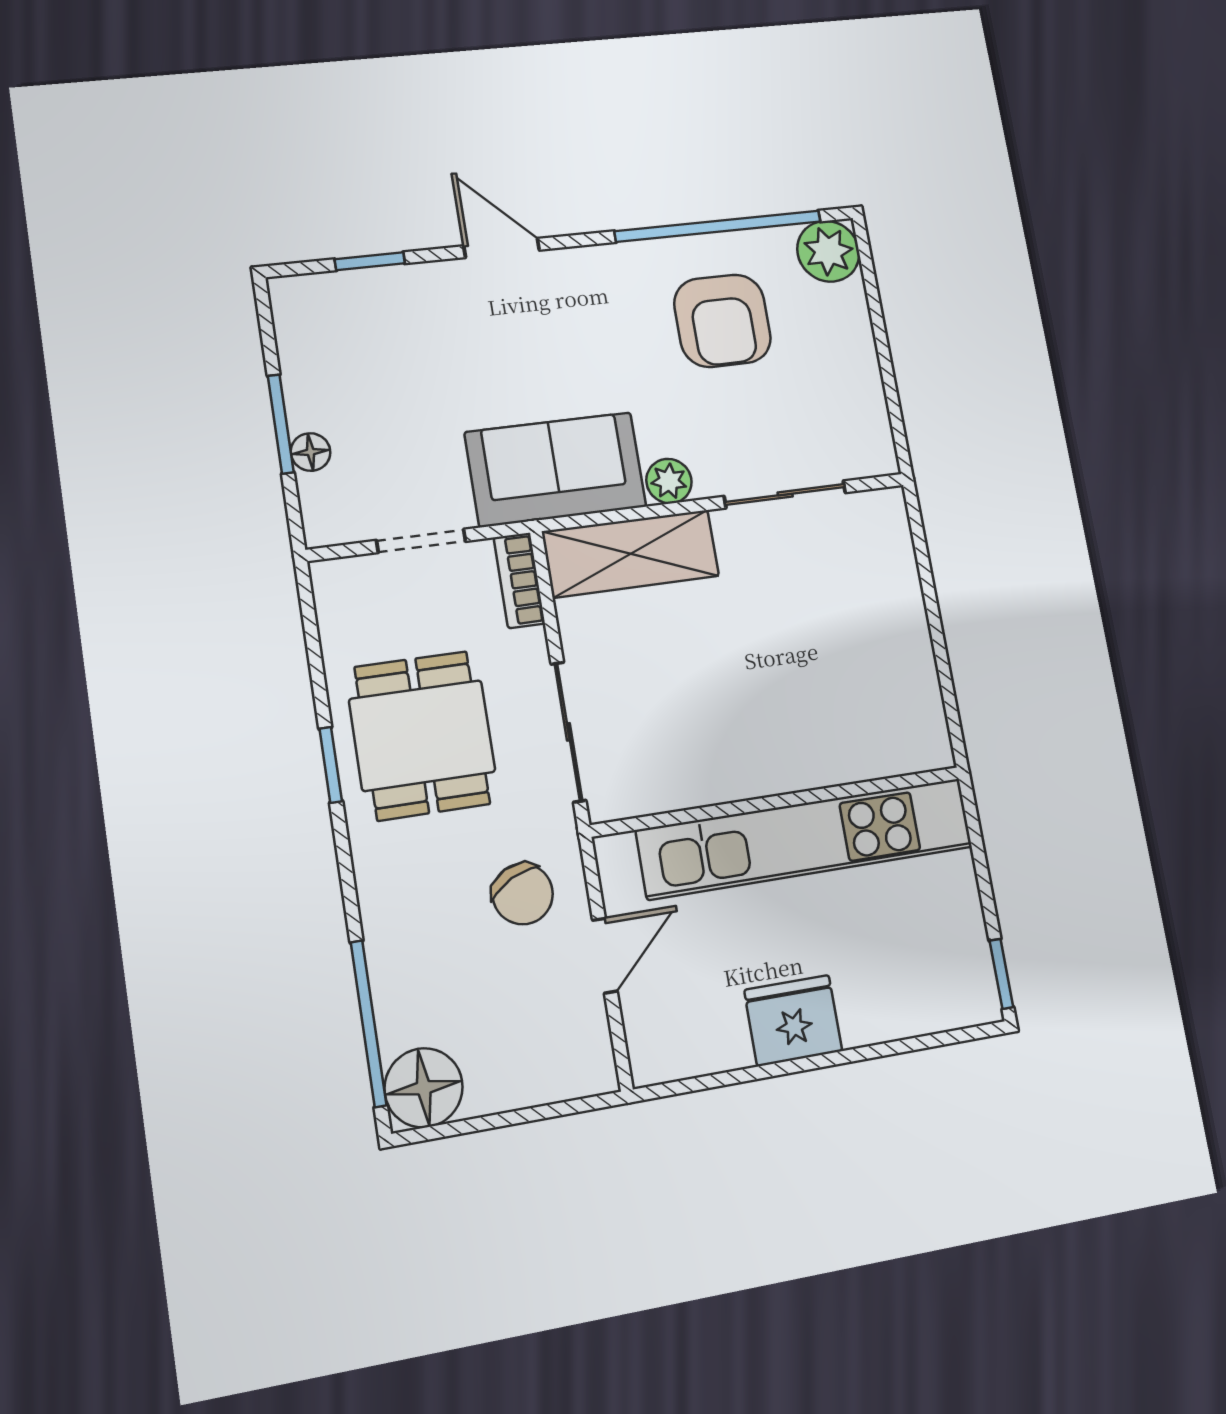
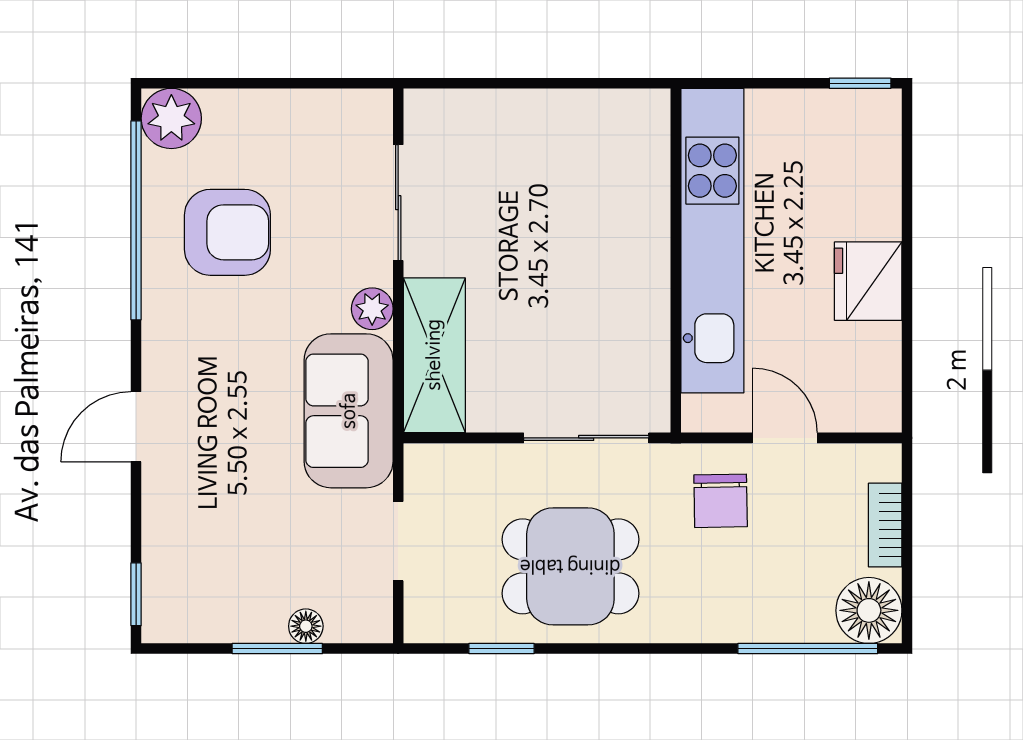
window: (370, 261) -> (136, 594), moved
bookcase: (519, 580) -> (885, 525), moved, turned 90
window: (331, 765) -> (502, 649), moved
chair: (523, 894) -> (721, 501), turned 116

